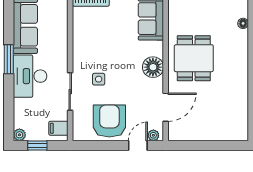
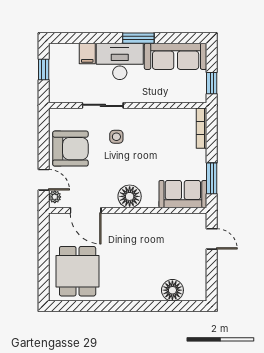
floor lamp: (243, 23) -> (172, 290), width x1.89, depth x1.89
dining table: (194, 58) -> (78, 271), moved, turned 90
filing cabinet: (58, 128) -> (87, 54), moved, turned 180
plant: (19, 135) -> (55, 50), removed

